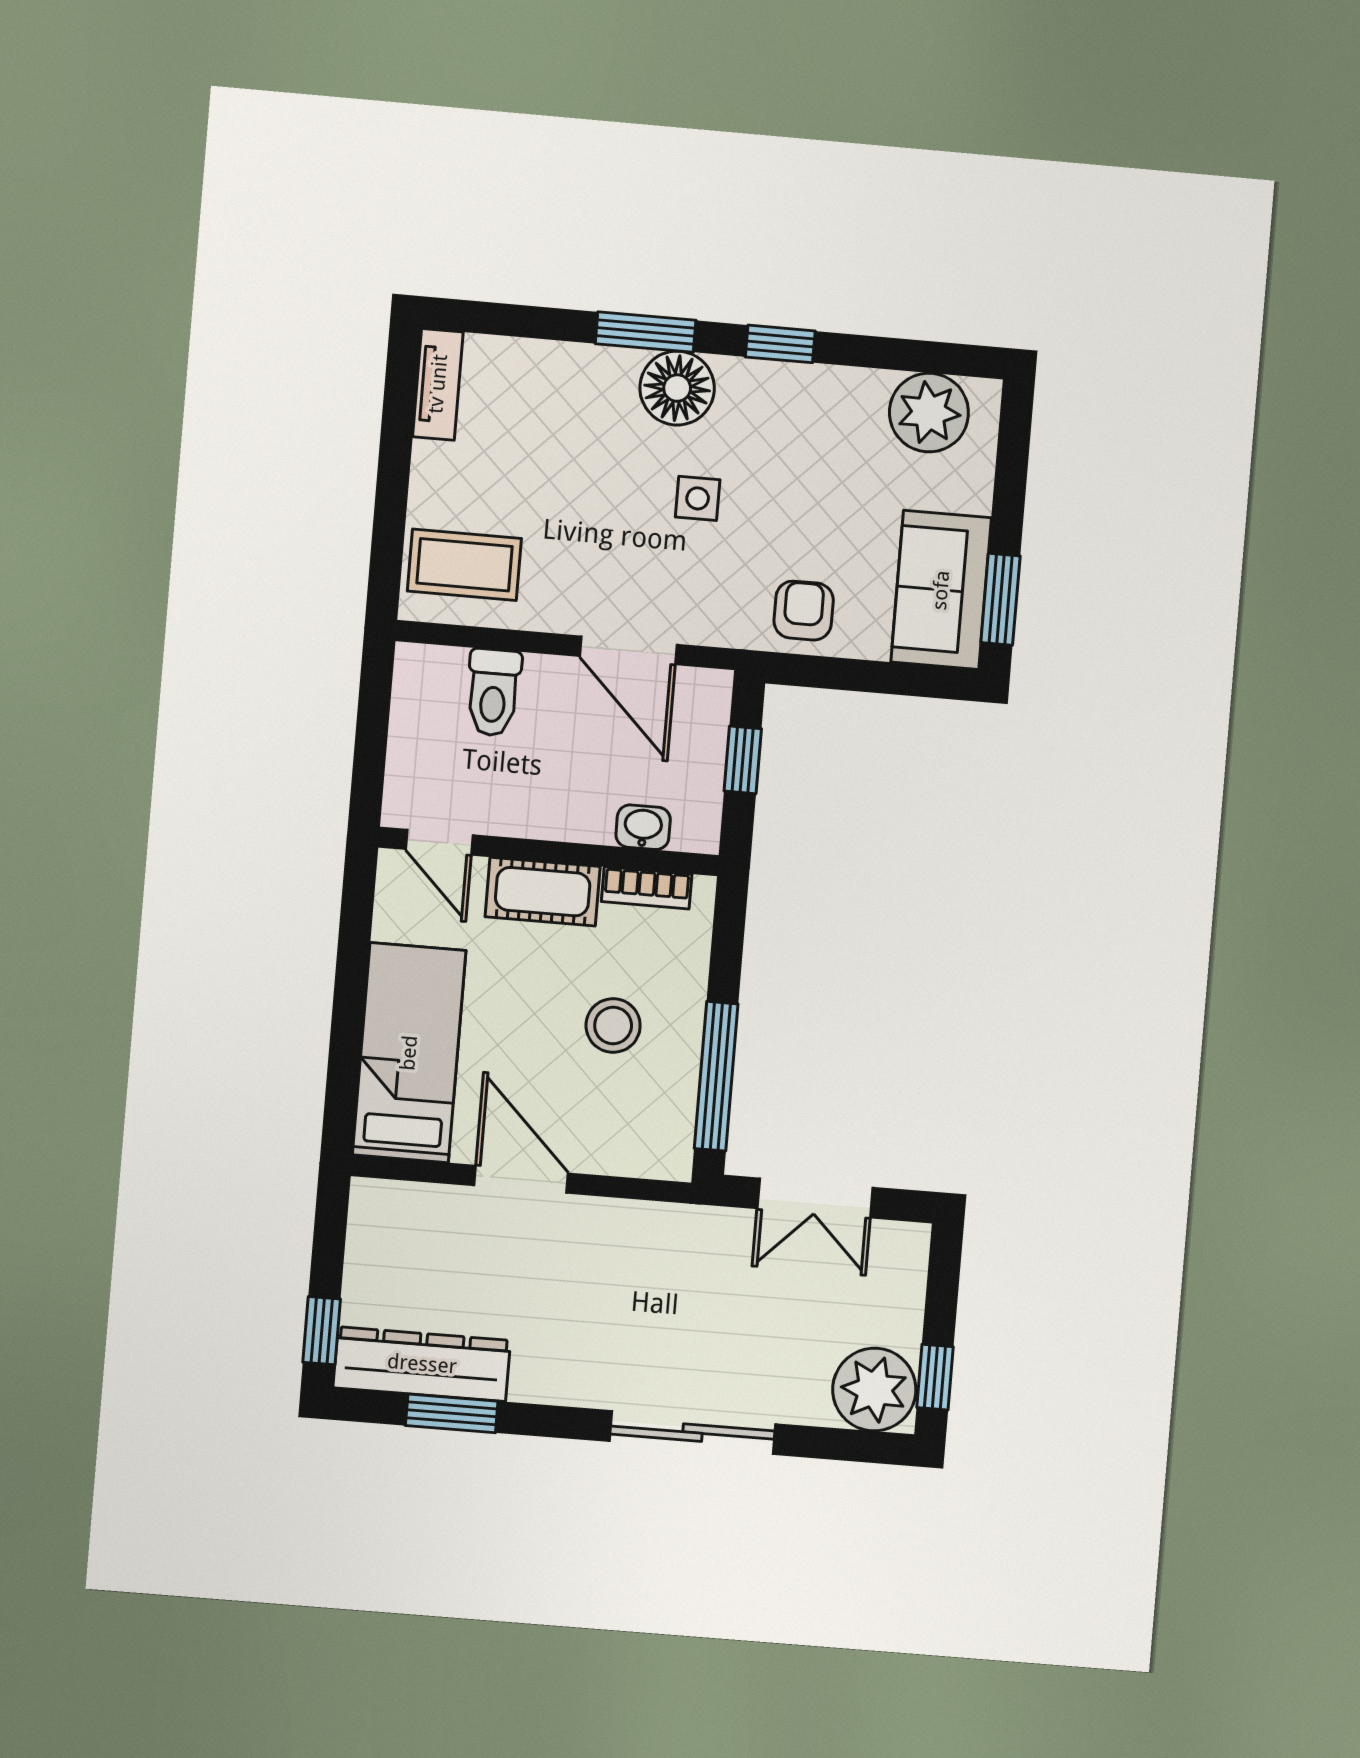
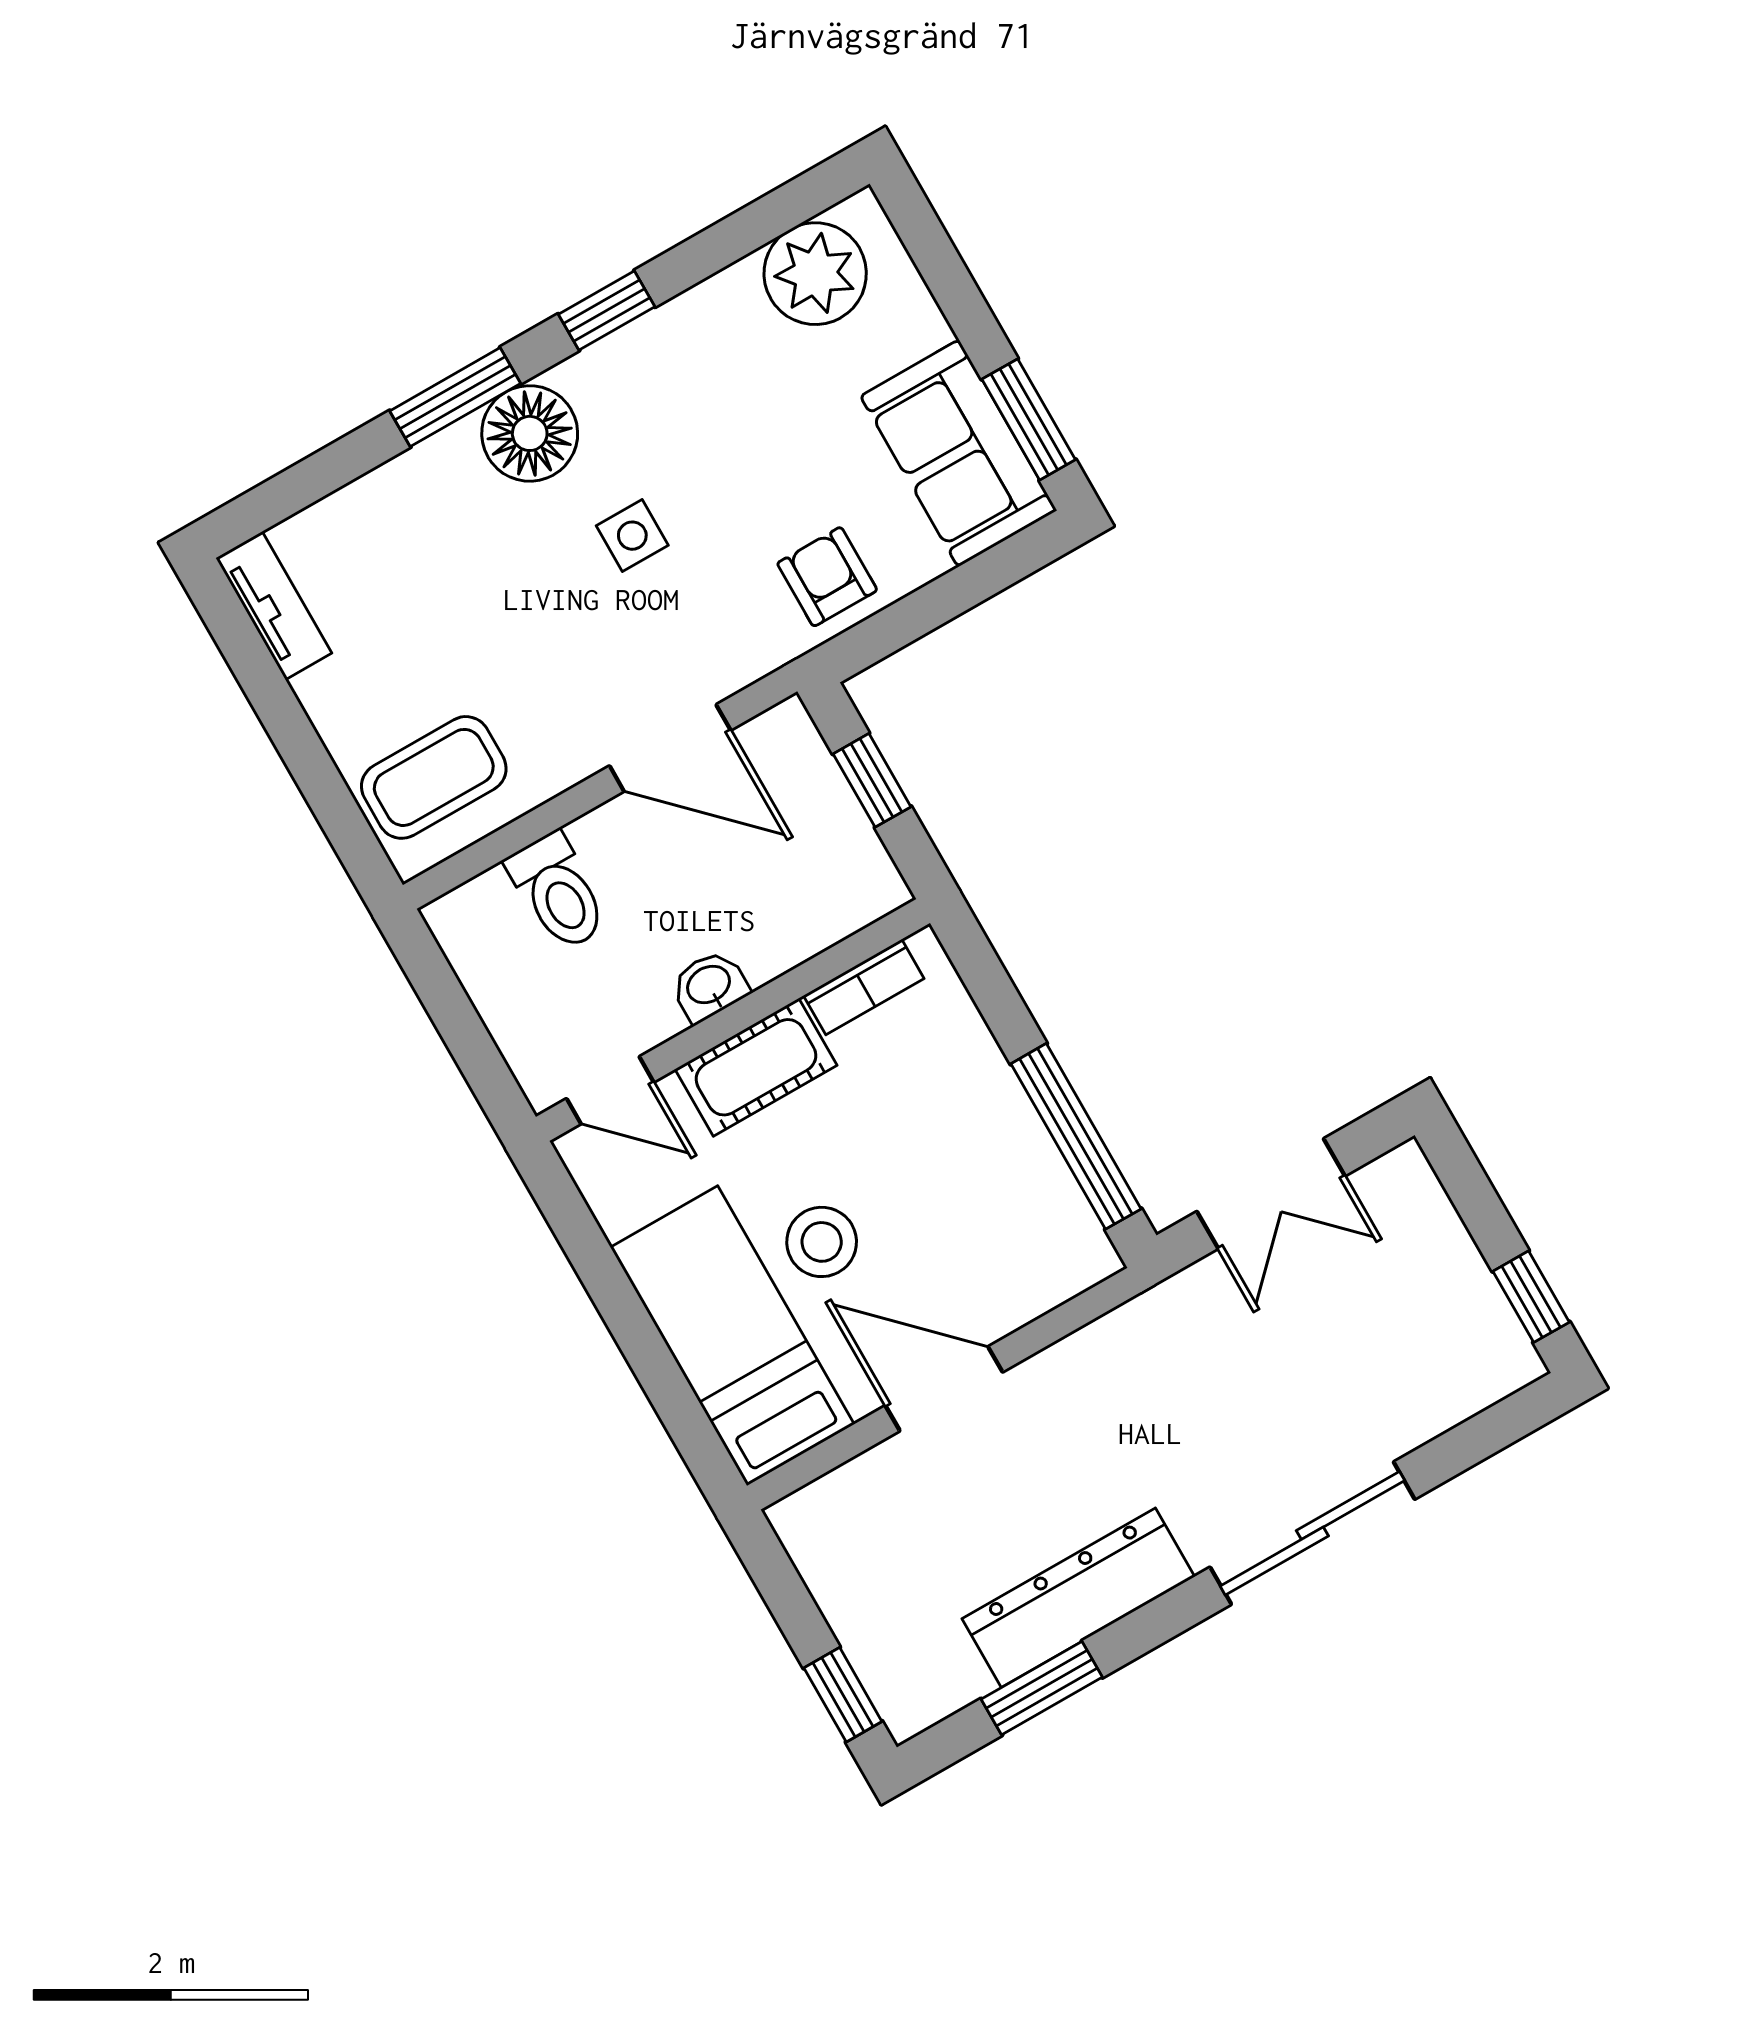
washbasin: (643, 827) -> (709, 986), moved
stool: (613, 1026) -> (822, 1242), moved
dresser: (422, 1364) -> (1078, 1598), moved
plant: (874, 1390) -> (1475, 1354), removed

